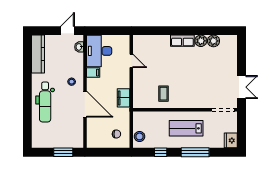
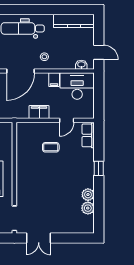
window: (176, 31) -> (99, 168), added
row of seats: (182, 41) -> (88, 135), moved
coffee table: (163, 94) -> (51, 147), moved
filing cabinet: (123, 98) -> (39, 112), moved

